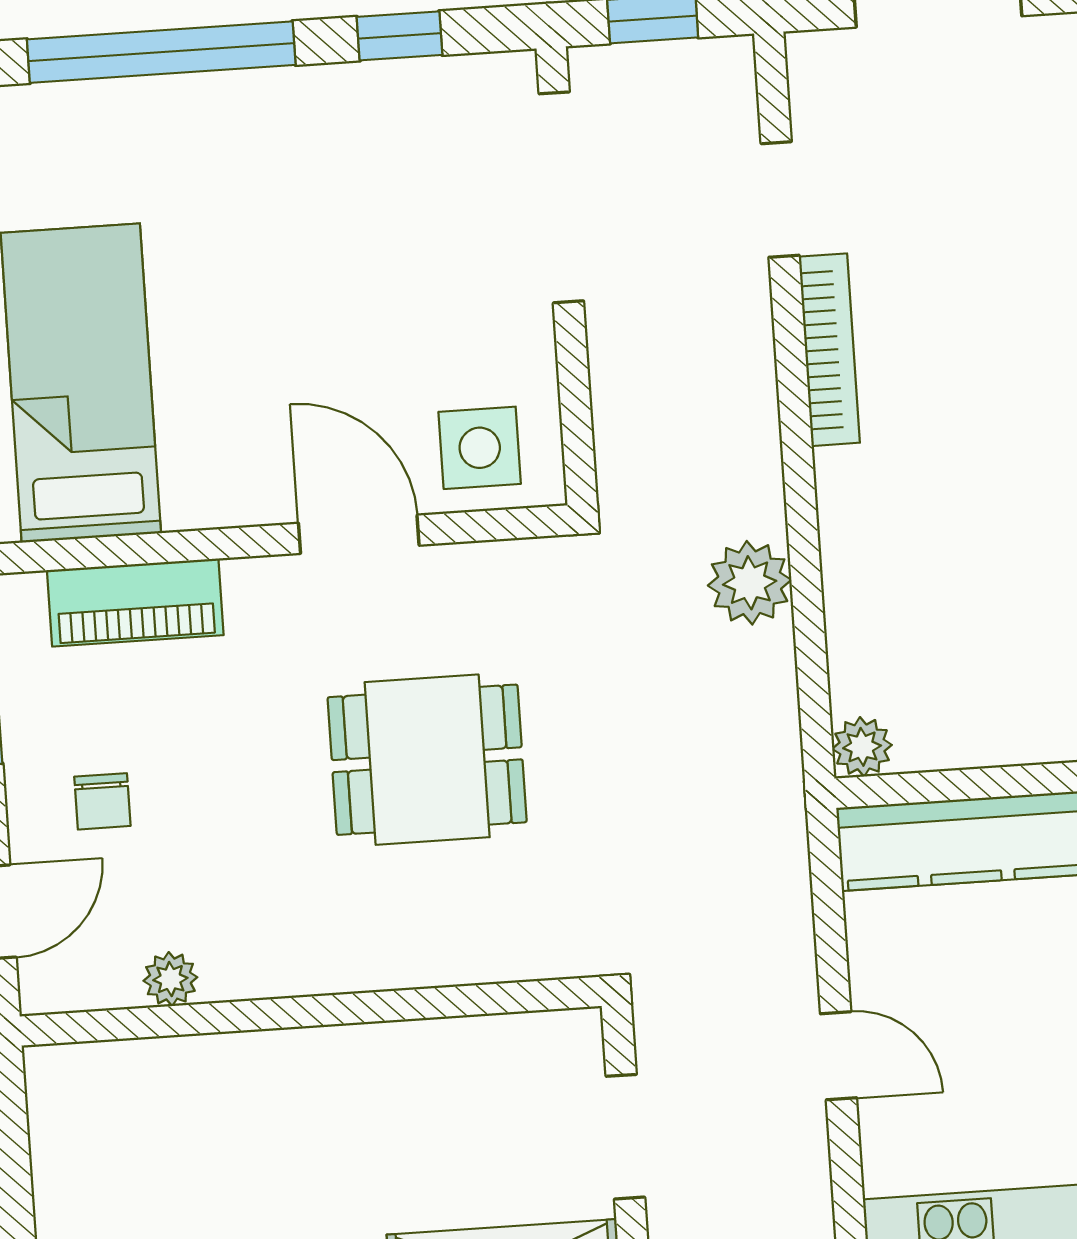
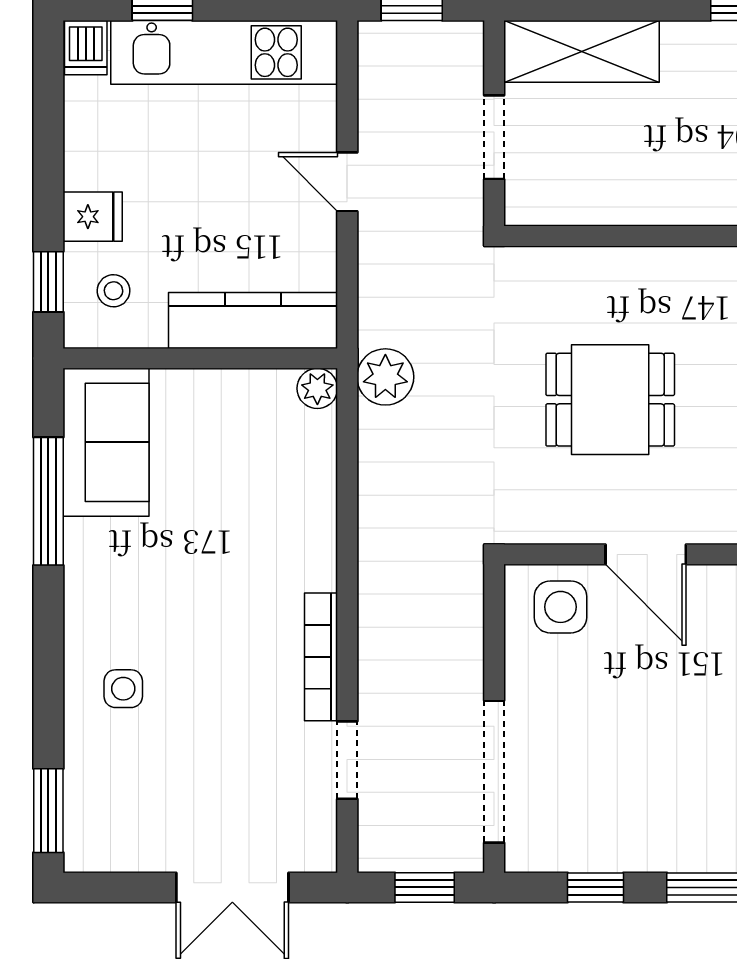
plant: (750, 583) -> (385, 377), moved

